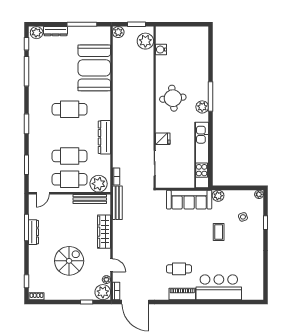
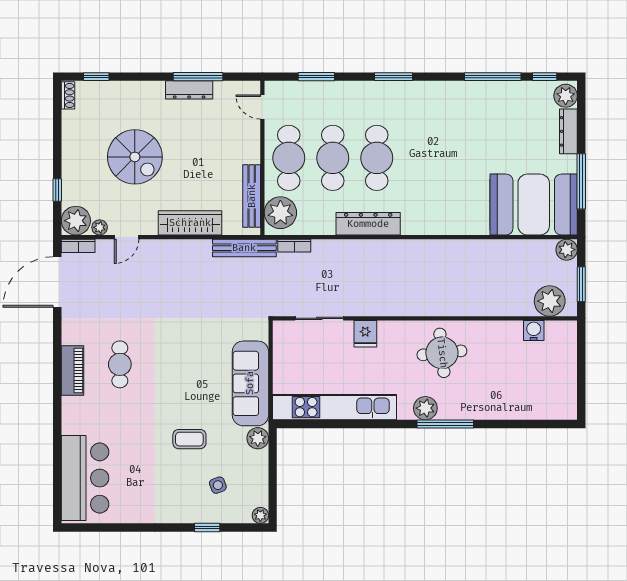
booth: (94, 68) -> (534, 205), moved
cafe table: (70, 109) -> (377, 158), moved
bar counter: (219, 287) -> (85, 478), moved

